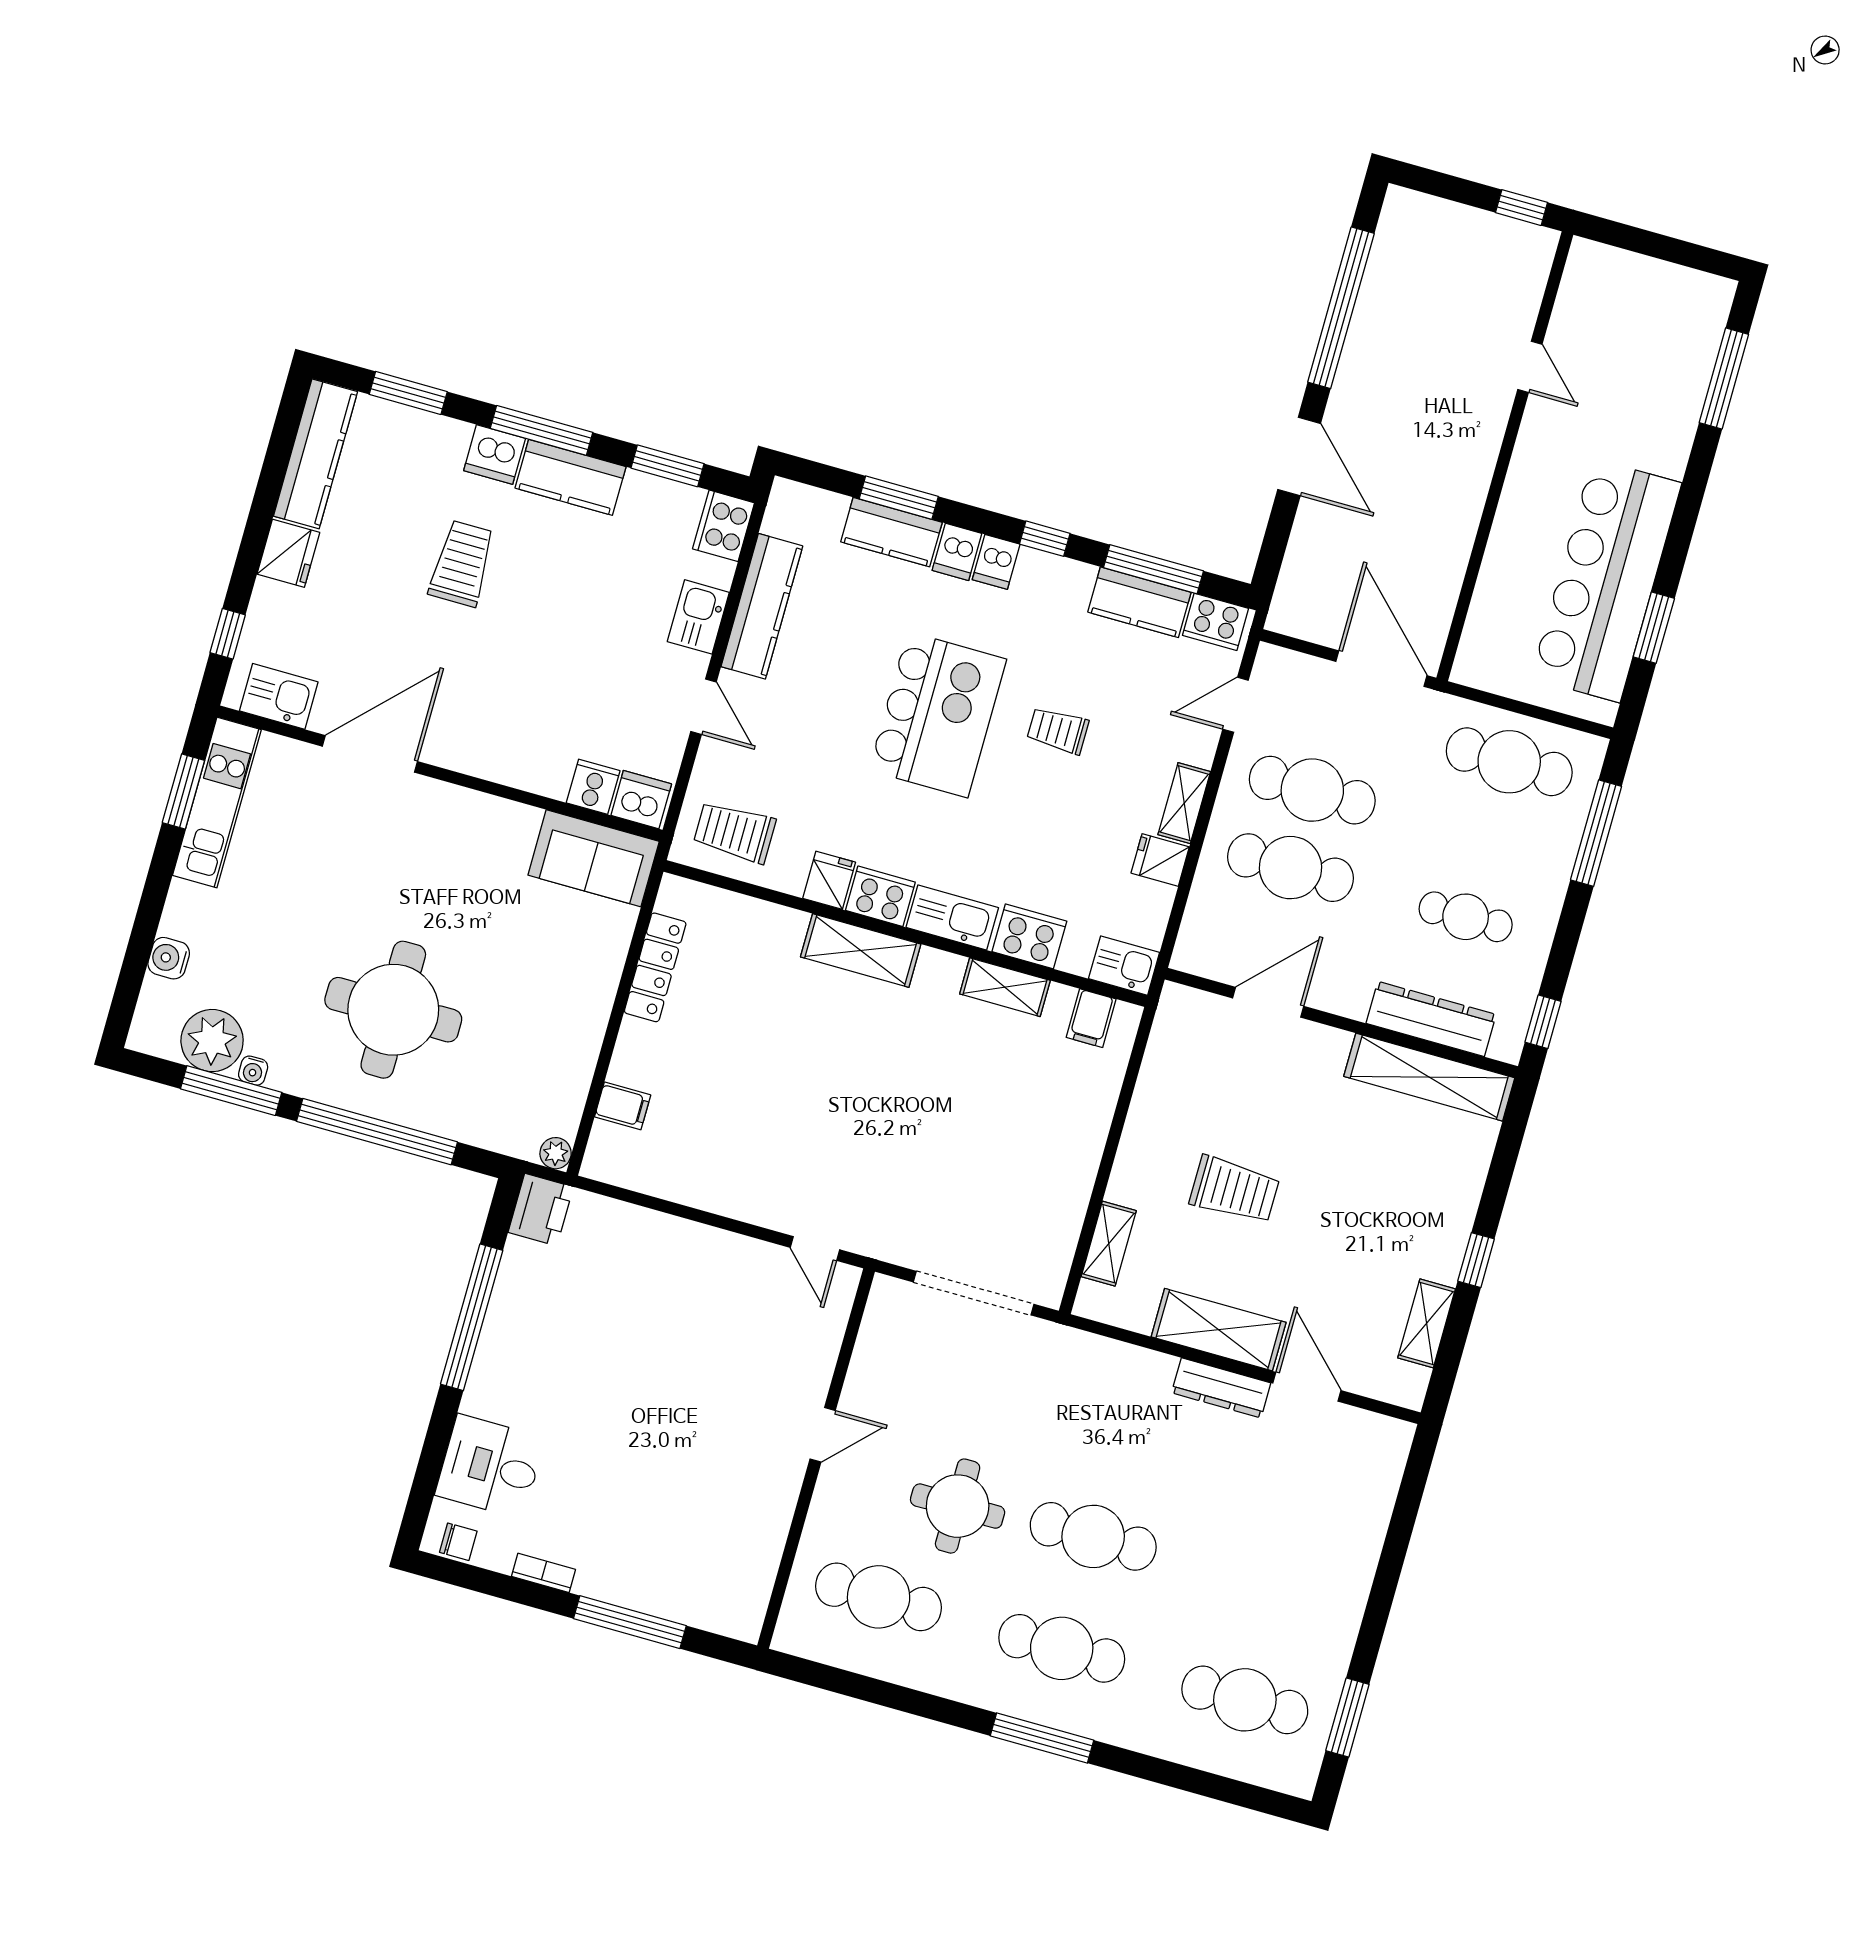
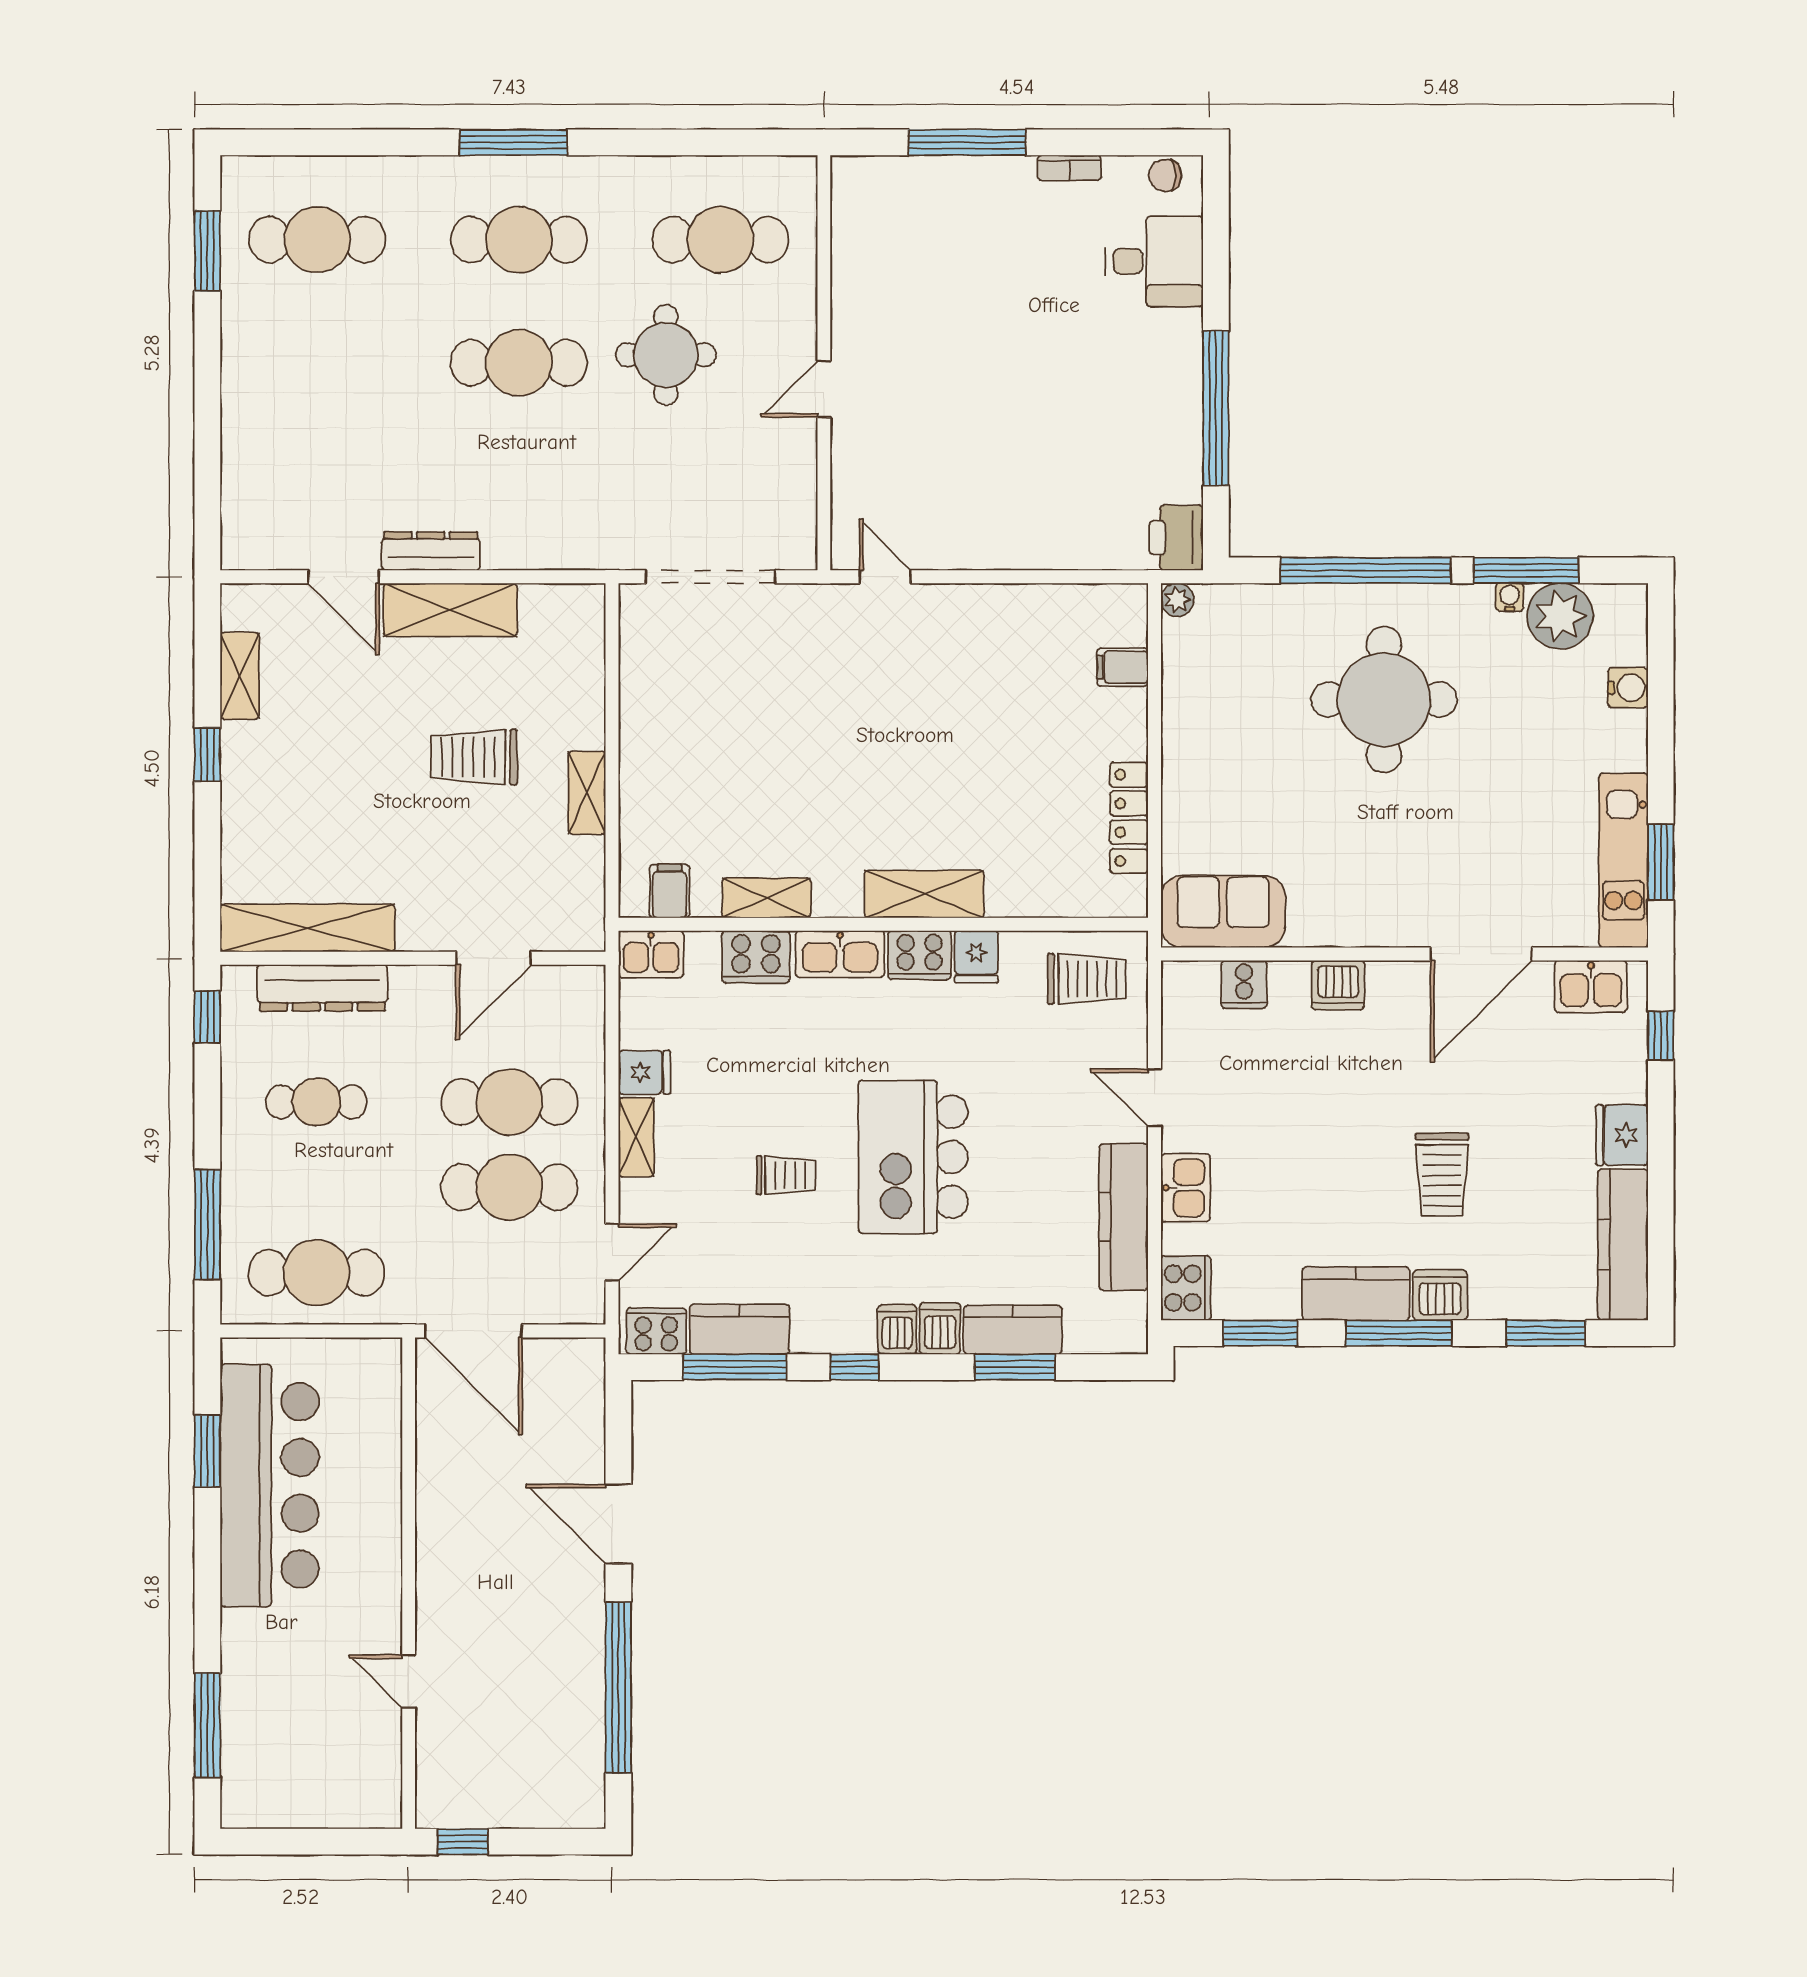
dishwasher: (641, 800) -> (1338, 985), moved
shelving: (1109, 1244) -> (587, 793), moved

